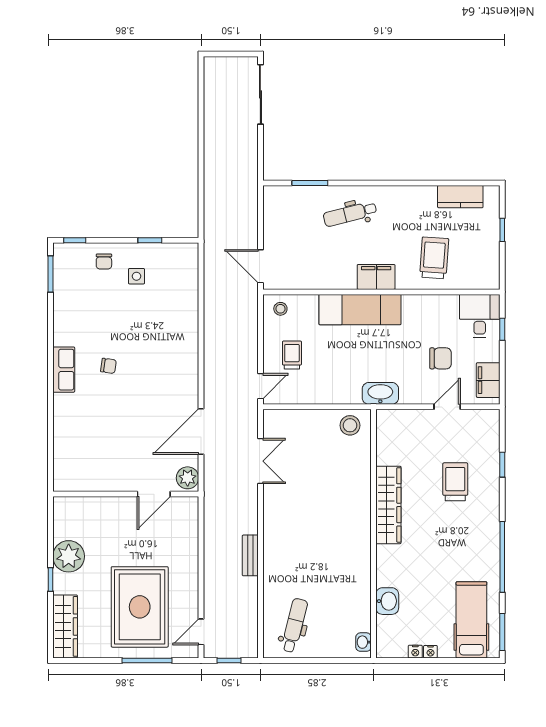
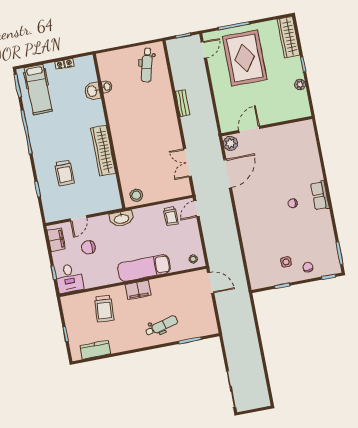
trolley: (292, 355) -> (171, 216), moved
plant: (69, 556) -> (300, 84), width x0.53, depth x0.53
washbasin: (363, 642) -> (107, 87), moved

